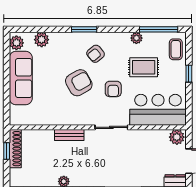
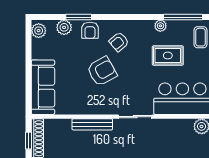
window: (84, 29) -> (79, 17), moved
sofa: (21, 78) -> (43, 87), moved
armchair: (113, 89) -> (90, 30), moved
bench: (69, 135) -> (92, 124), width x1.36

